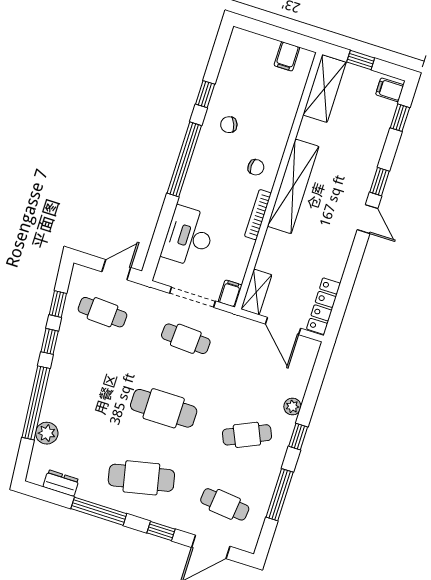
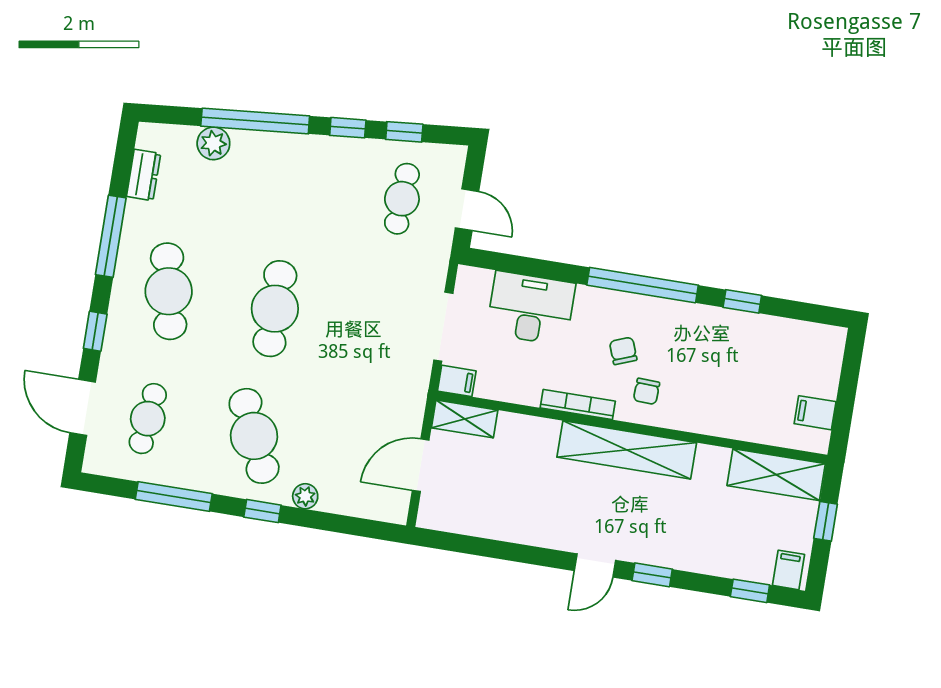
chair: (229, 125) -> (623, 351), moved
locker: (324, 306) -> (458, 520), removed
cafe table: (186, 339) -> (381, 326), removed
cafe table: (247, 435) -> (254, 436), width x1.37, depth x1.35

